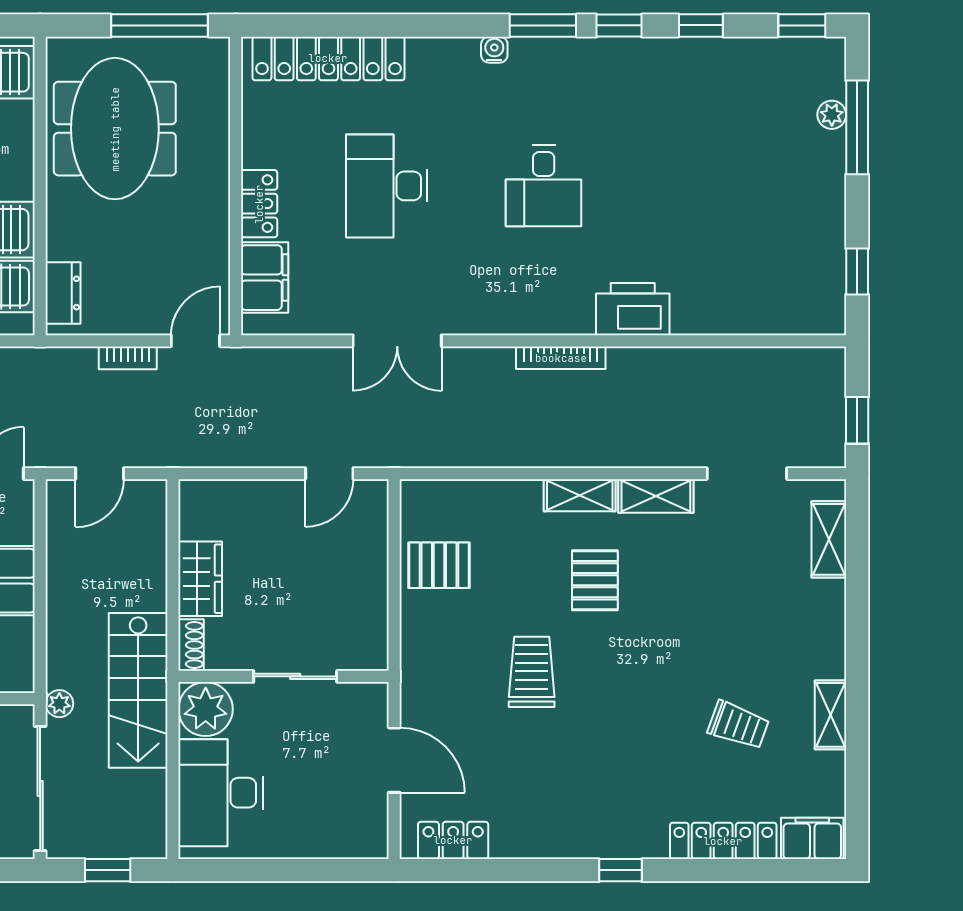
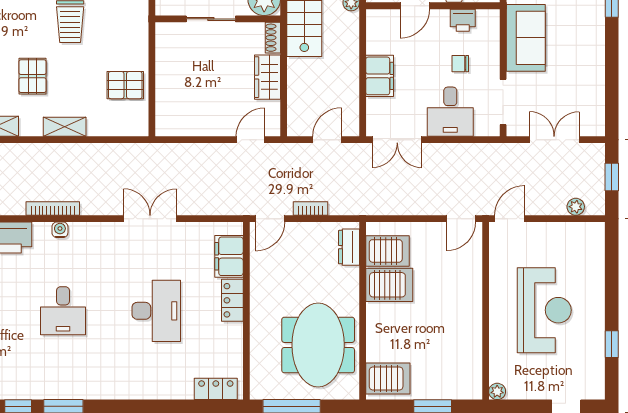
water cooler: (494, 50) -> (60, 230), moved, turned 180
locker: (328, 58) -> (216, 389), width x0.46, depth x0.83
desk: (544, 186) -> (63, 311), turned 180
door: (329, 474) -> (250, 140), moved
shelving: (580, 495) -> (65, 127), moved

